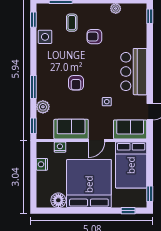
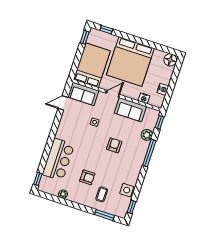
bar counter: (134, 72) -> (58, 159), moved
window: (33, 87) -> (149, 153), width x1.44
floor lamp: (58, 200) -> (170, 60), moved

